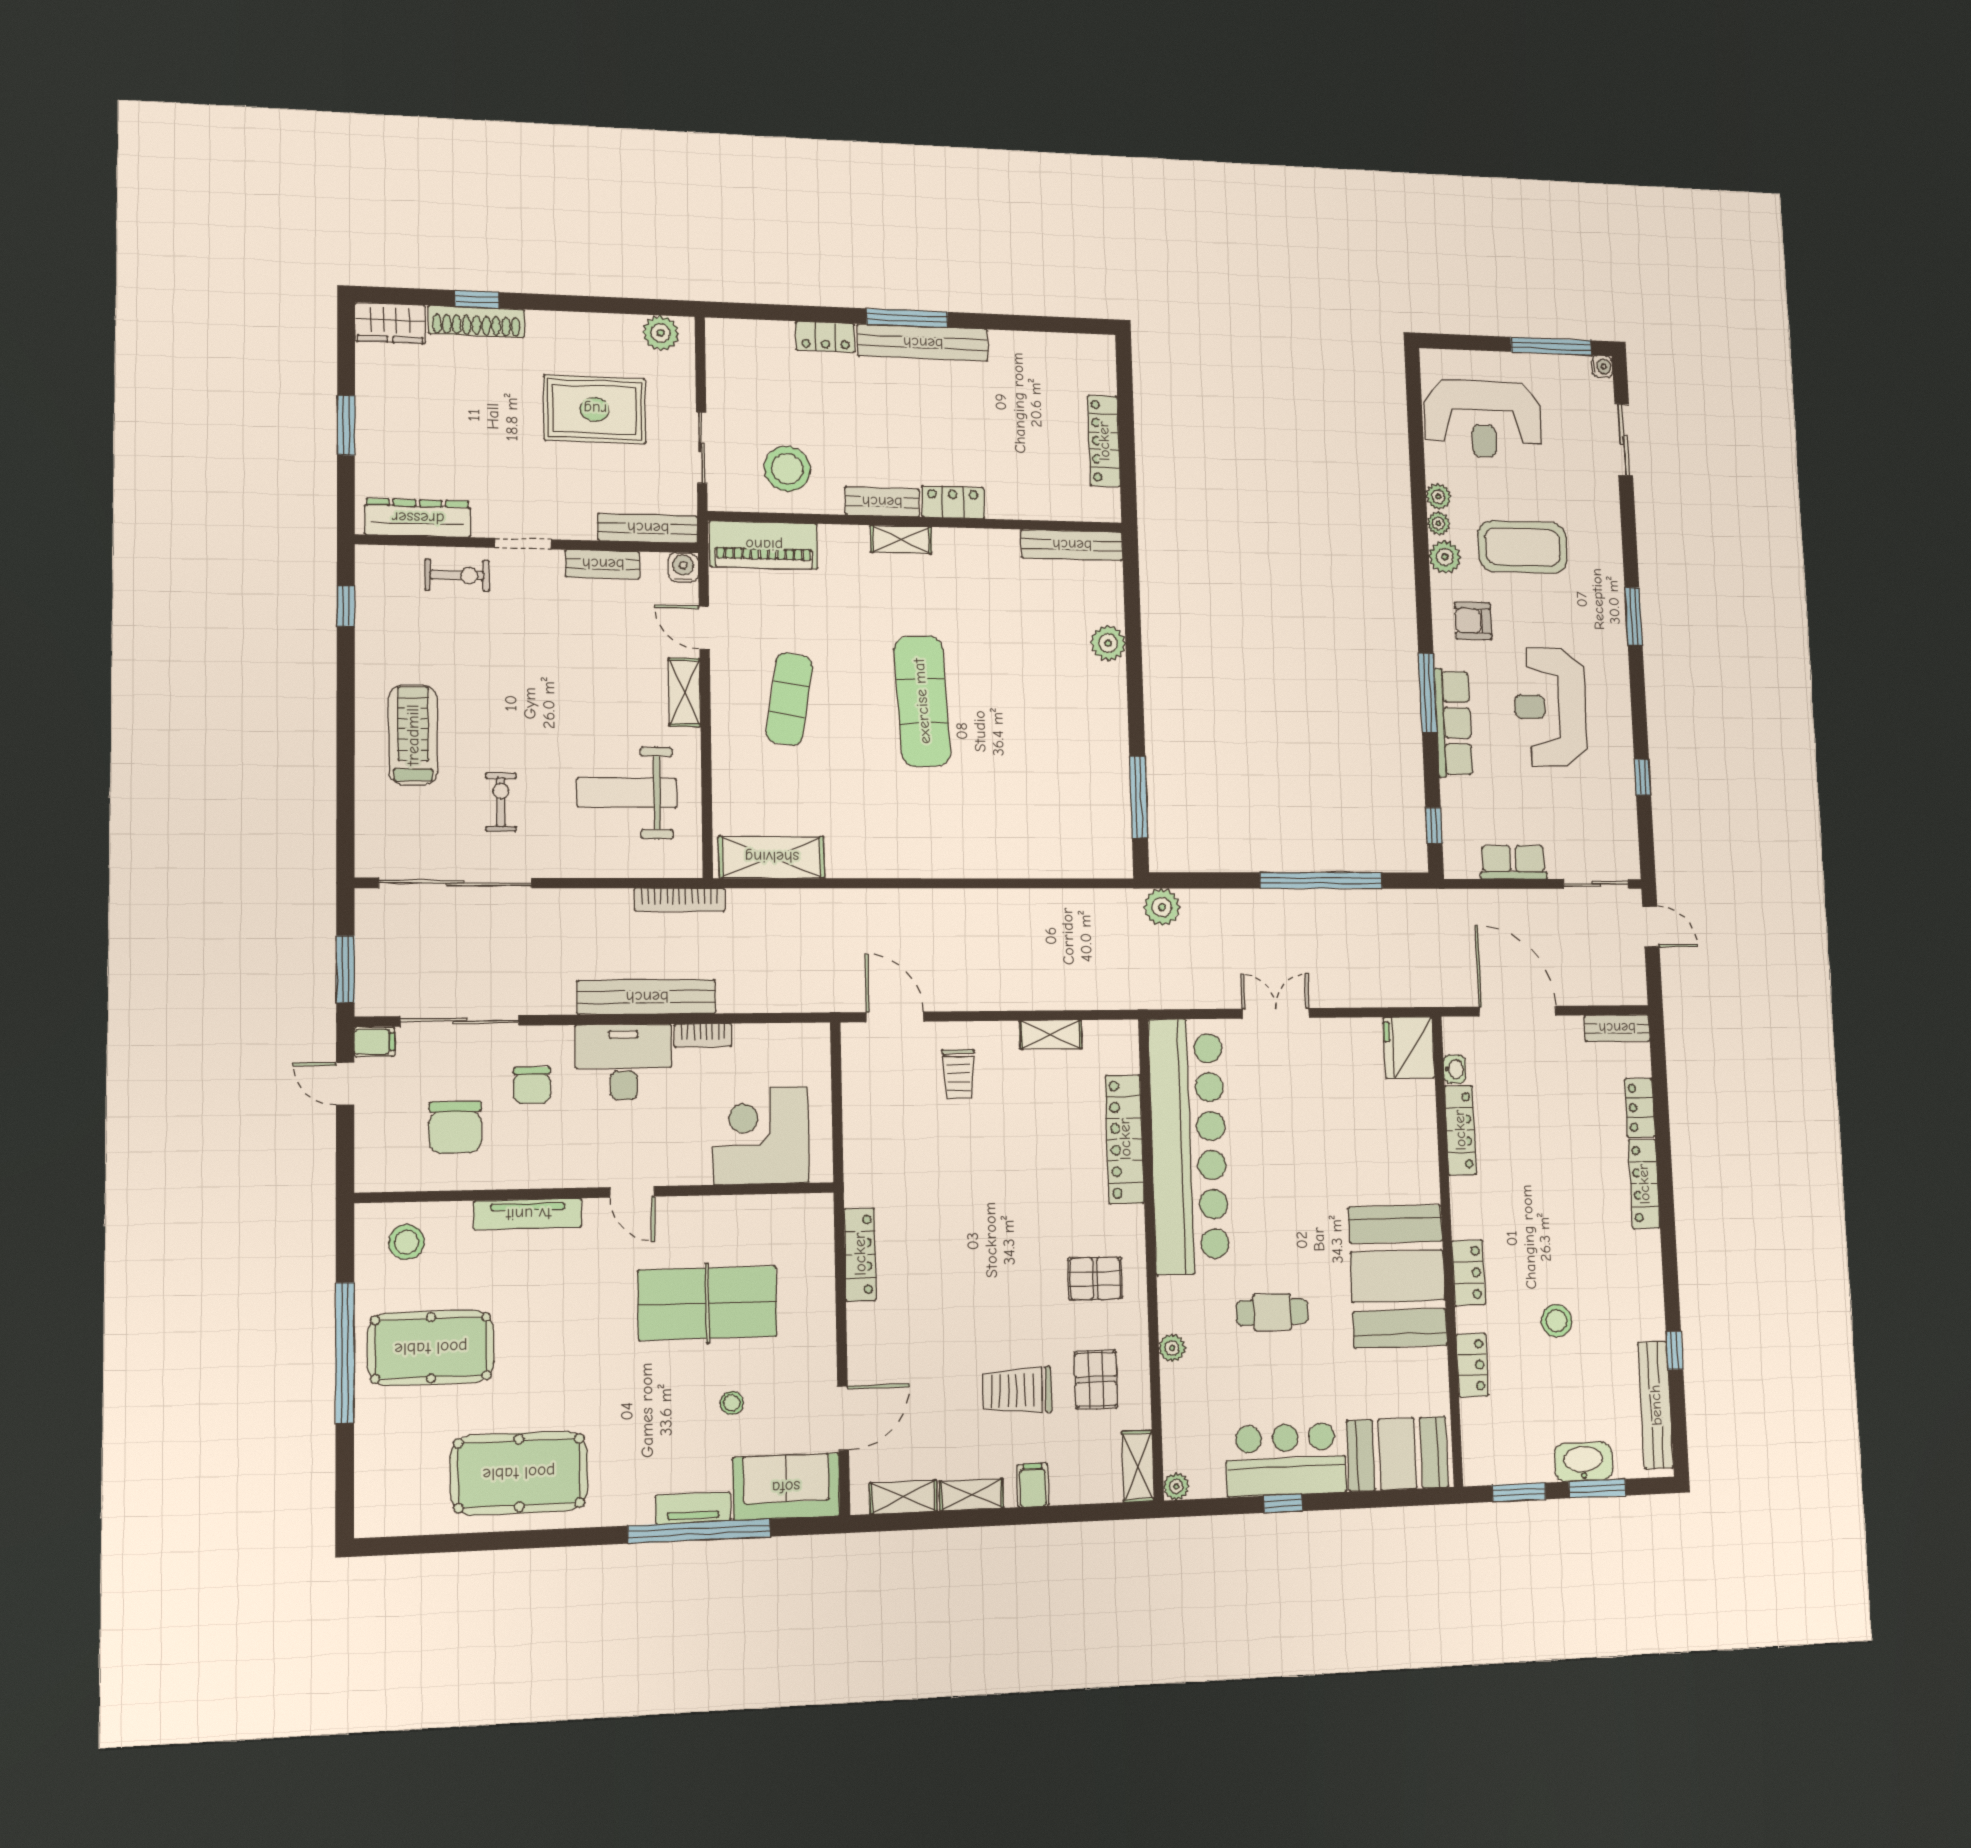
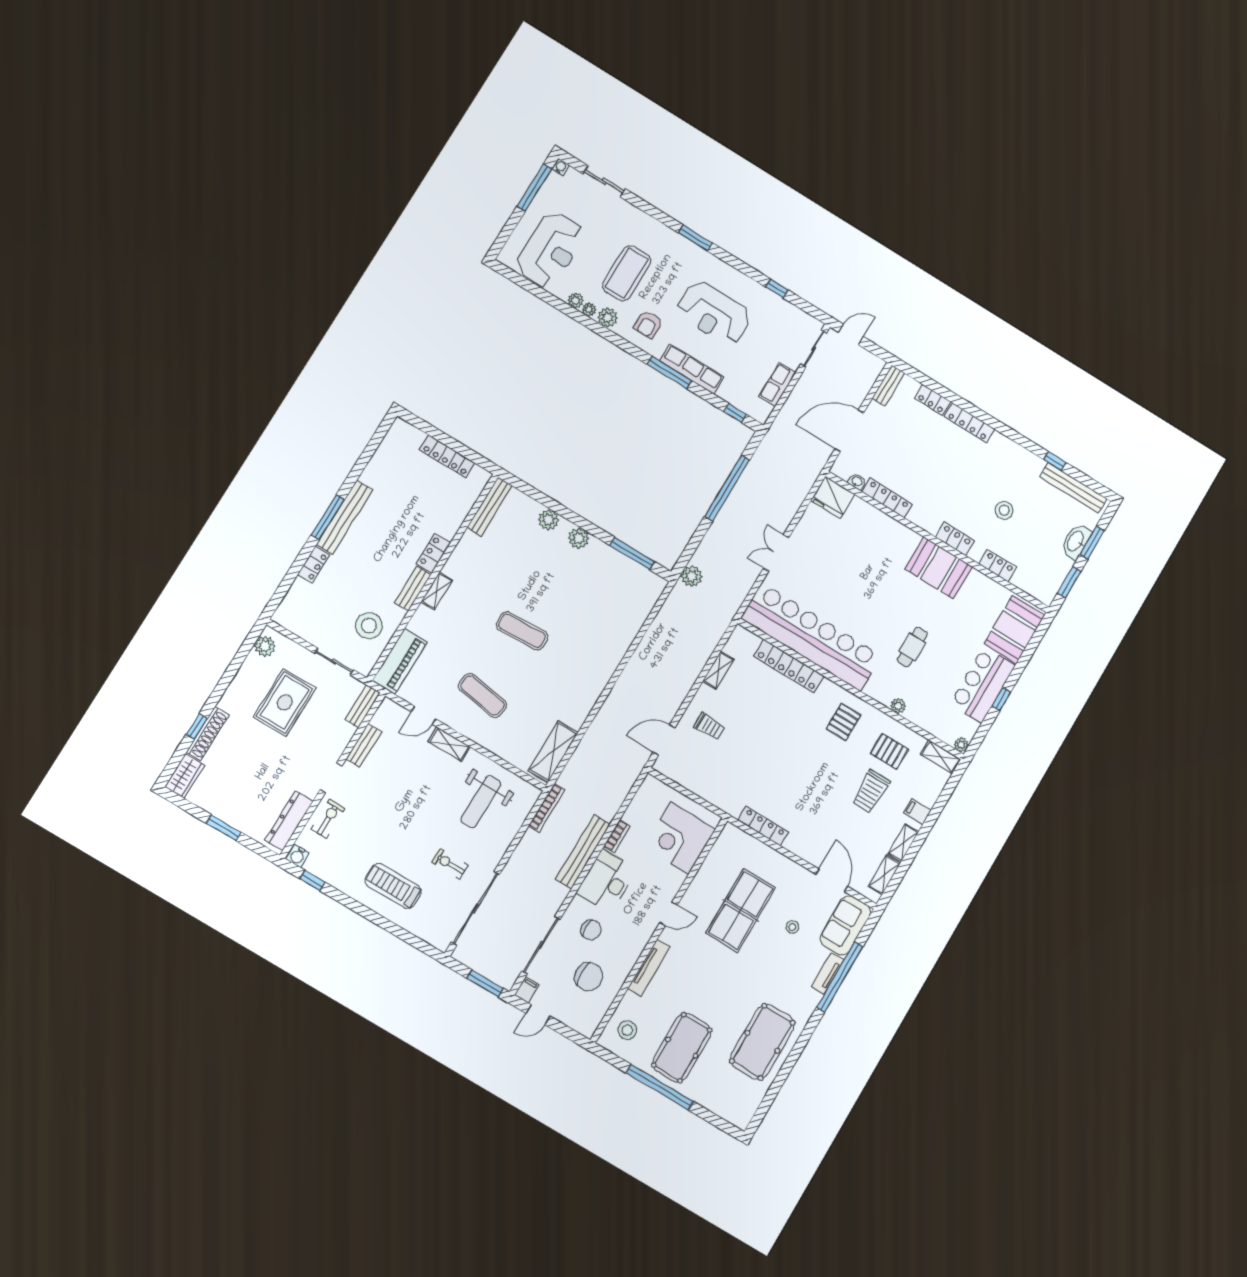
bench: (648, 528) -> (363, 706), width x0.73
water cooler: (683, 567) -> (298, 856), moved, turned -90
exercise mat: (922, 701) -> (522, 631), width x0.73, depth x0.69
plant: (1110, 704) -> (579, 538), added
booth: (1398, 1276) -> (939, 568), width x0.73, depth x0.70

